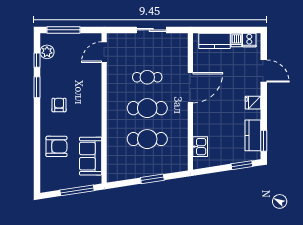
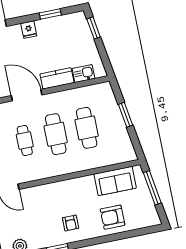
armchair: (59, 105) -> (71, 223), turned -90
kitchen counter: (253, 135) -> (57, 78), moved, turned 180
window: (264, 141) -> (50, 14), moved
armchair: (57, 146) -> (113, 217), turned -90

